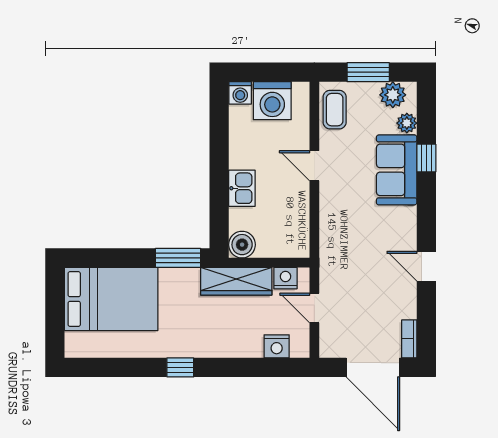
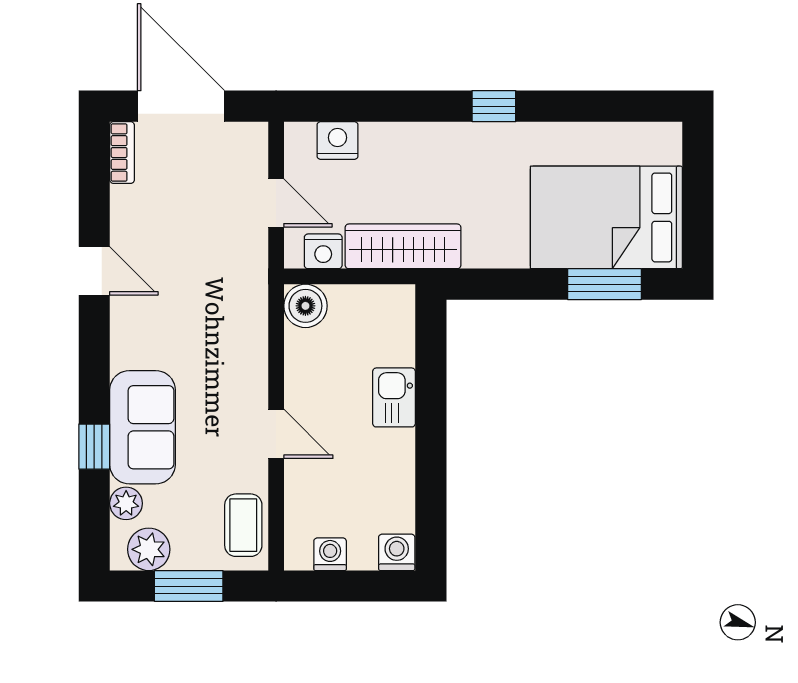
washing machine: (272, 101) -> (330, 554), width x0.53, depth x0.53
boiler: (242, 245) -> (305, 306), moved
window: (178, 258) -> (605, 284), moved

